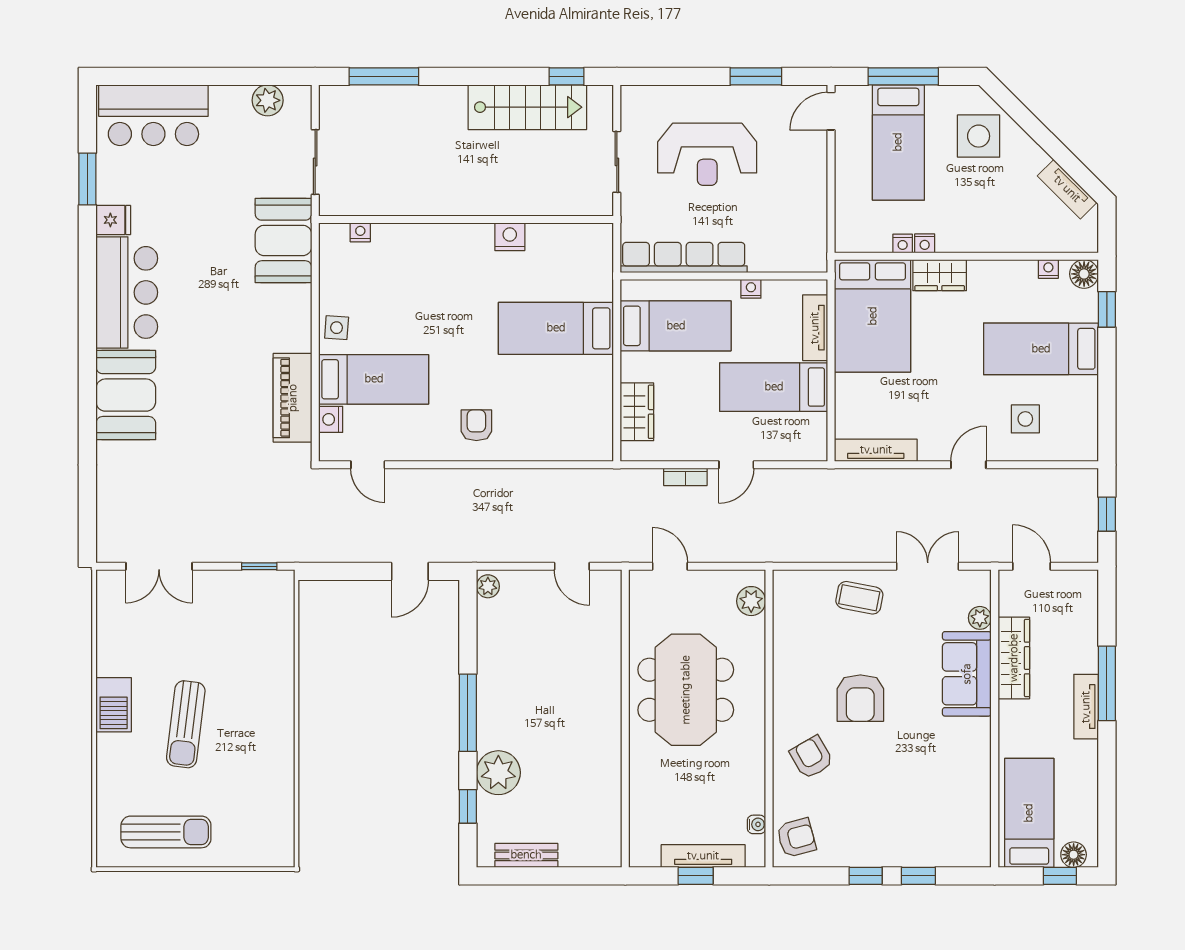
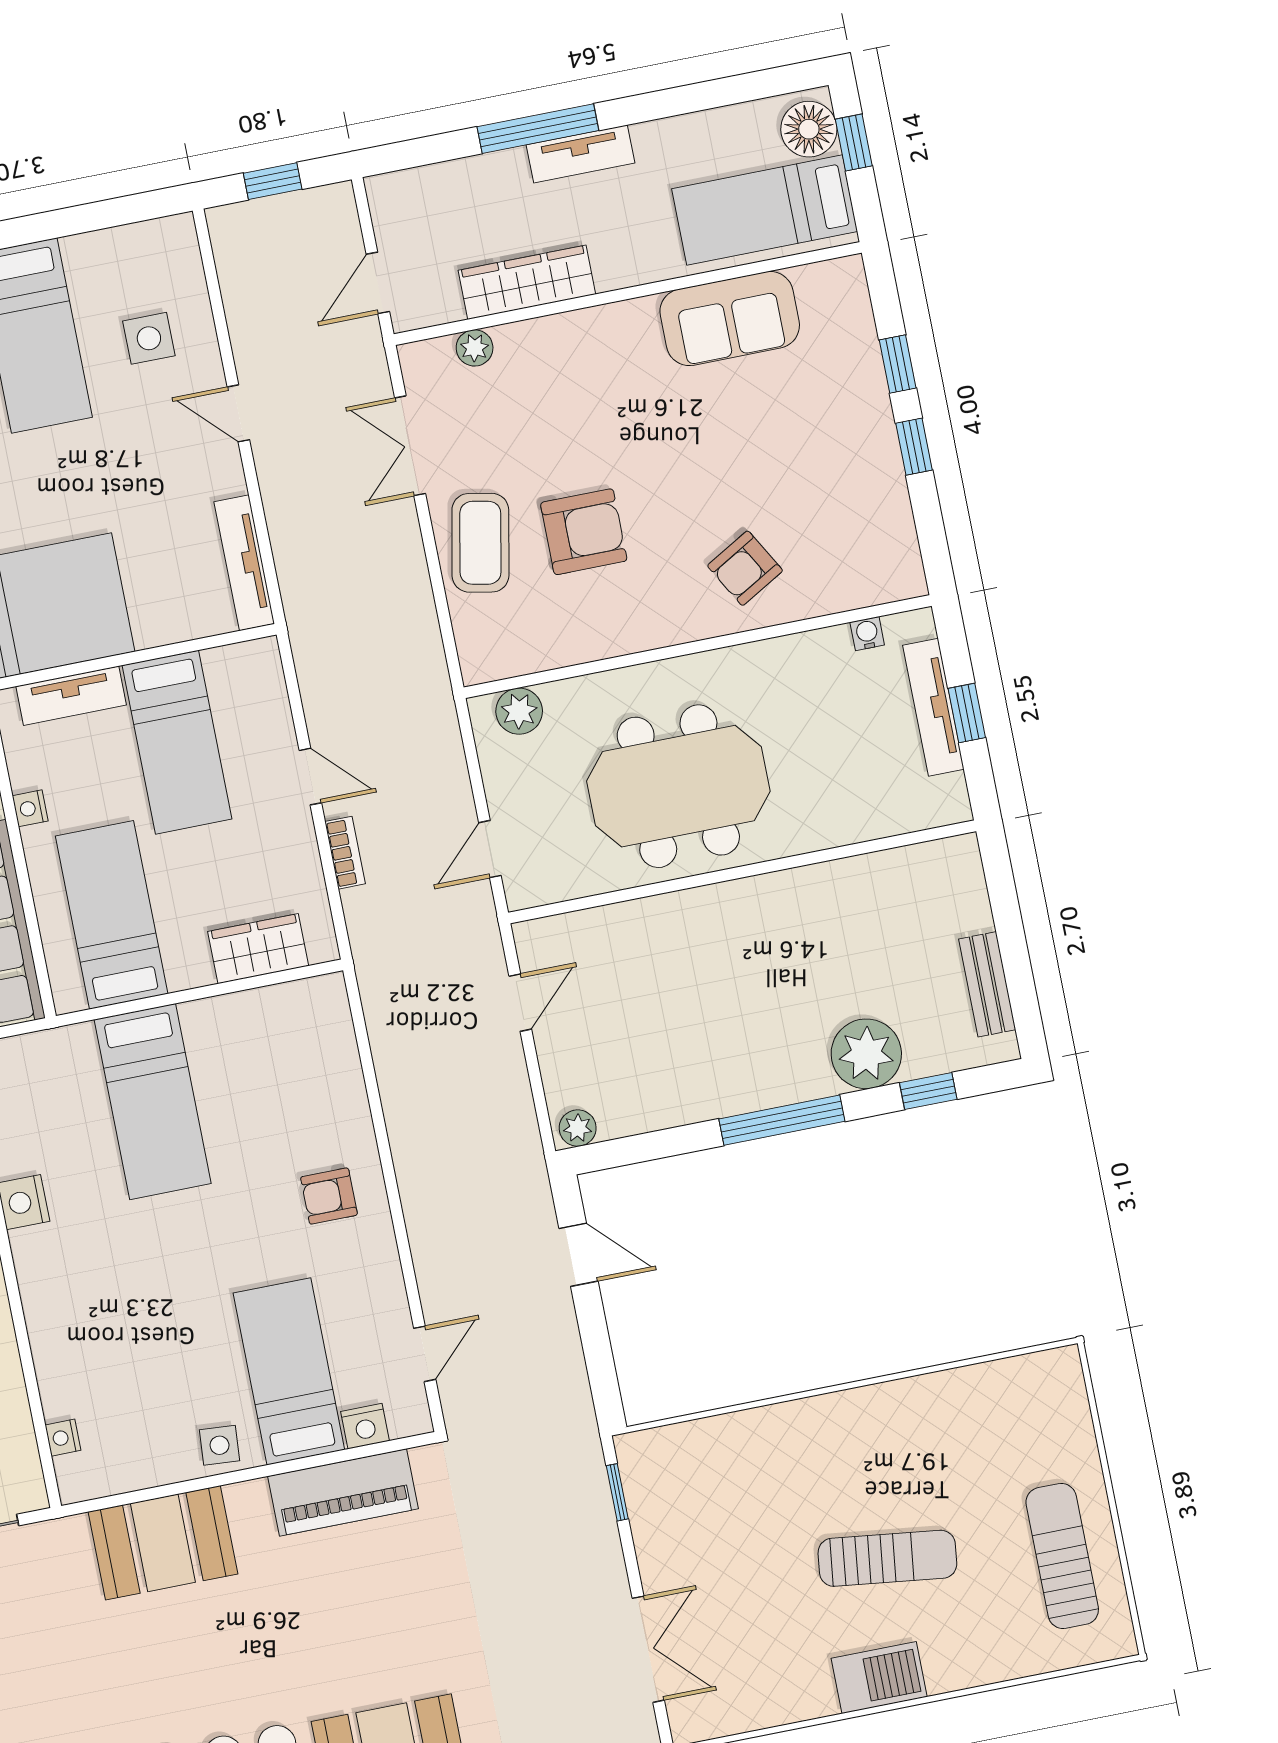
booth: (283, 240) -> (163, 1543), moved
coffee table: (859, 598) -> (480, 543), width x1.36, depth x1.30
sofa: (967, 674) -> (730, 319), moved
armchair: (860, 698) -> (584, 532), moved
armchair: (796, 838) -> (876, 567), removed
floor lamp: (1074, 855) -> (809, 129), width x1.38, depth x1.38

